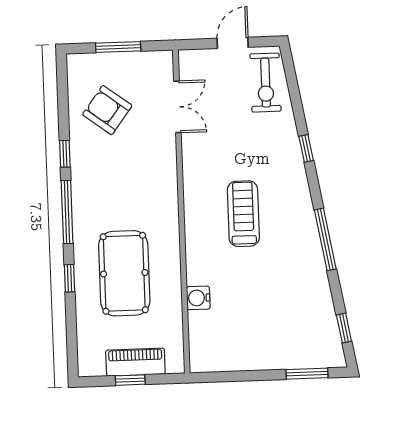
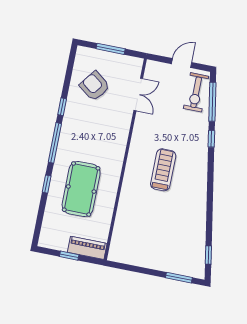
window: (325, 239) -> (212, 102), moved
water cooler: (198, 298) -> (123, 215), removed
piano: (135, 362) -> (87, 248), moved

